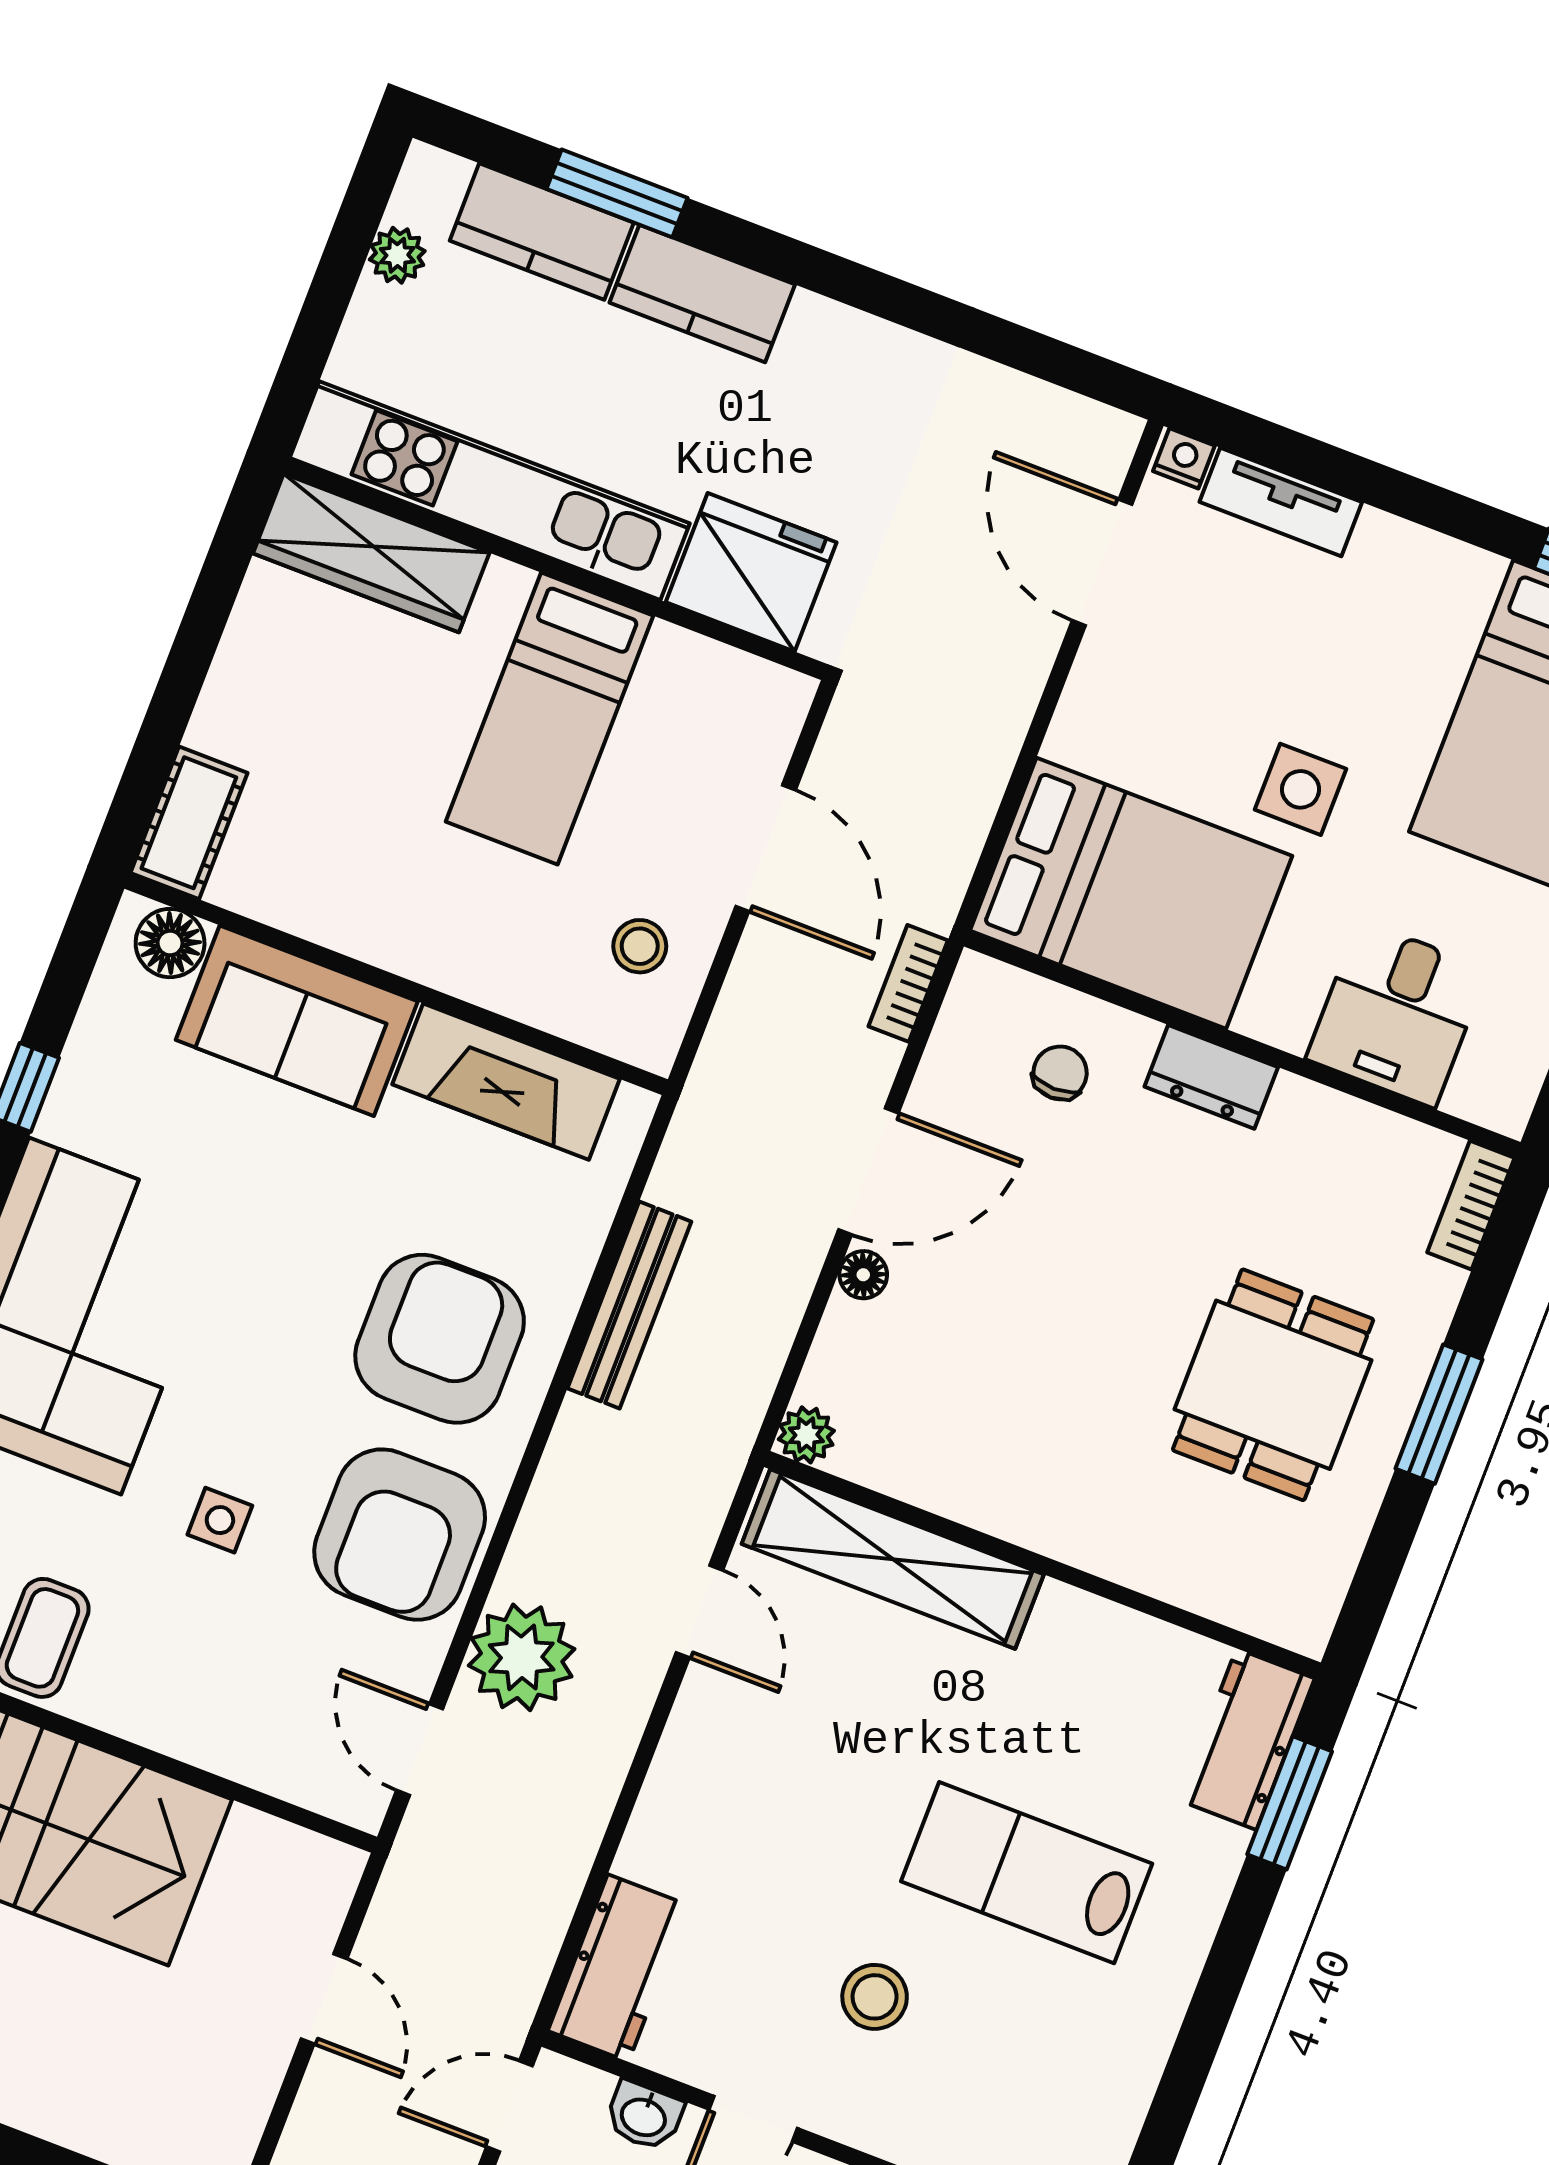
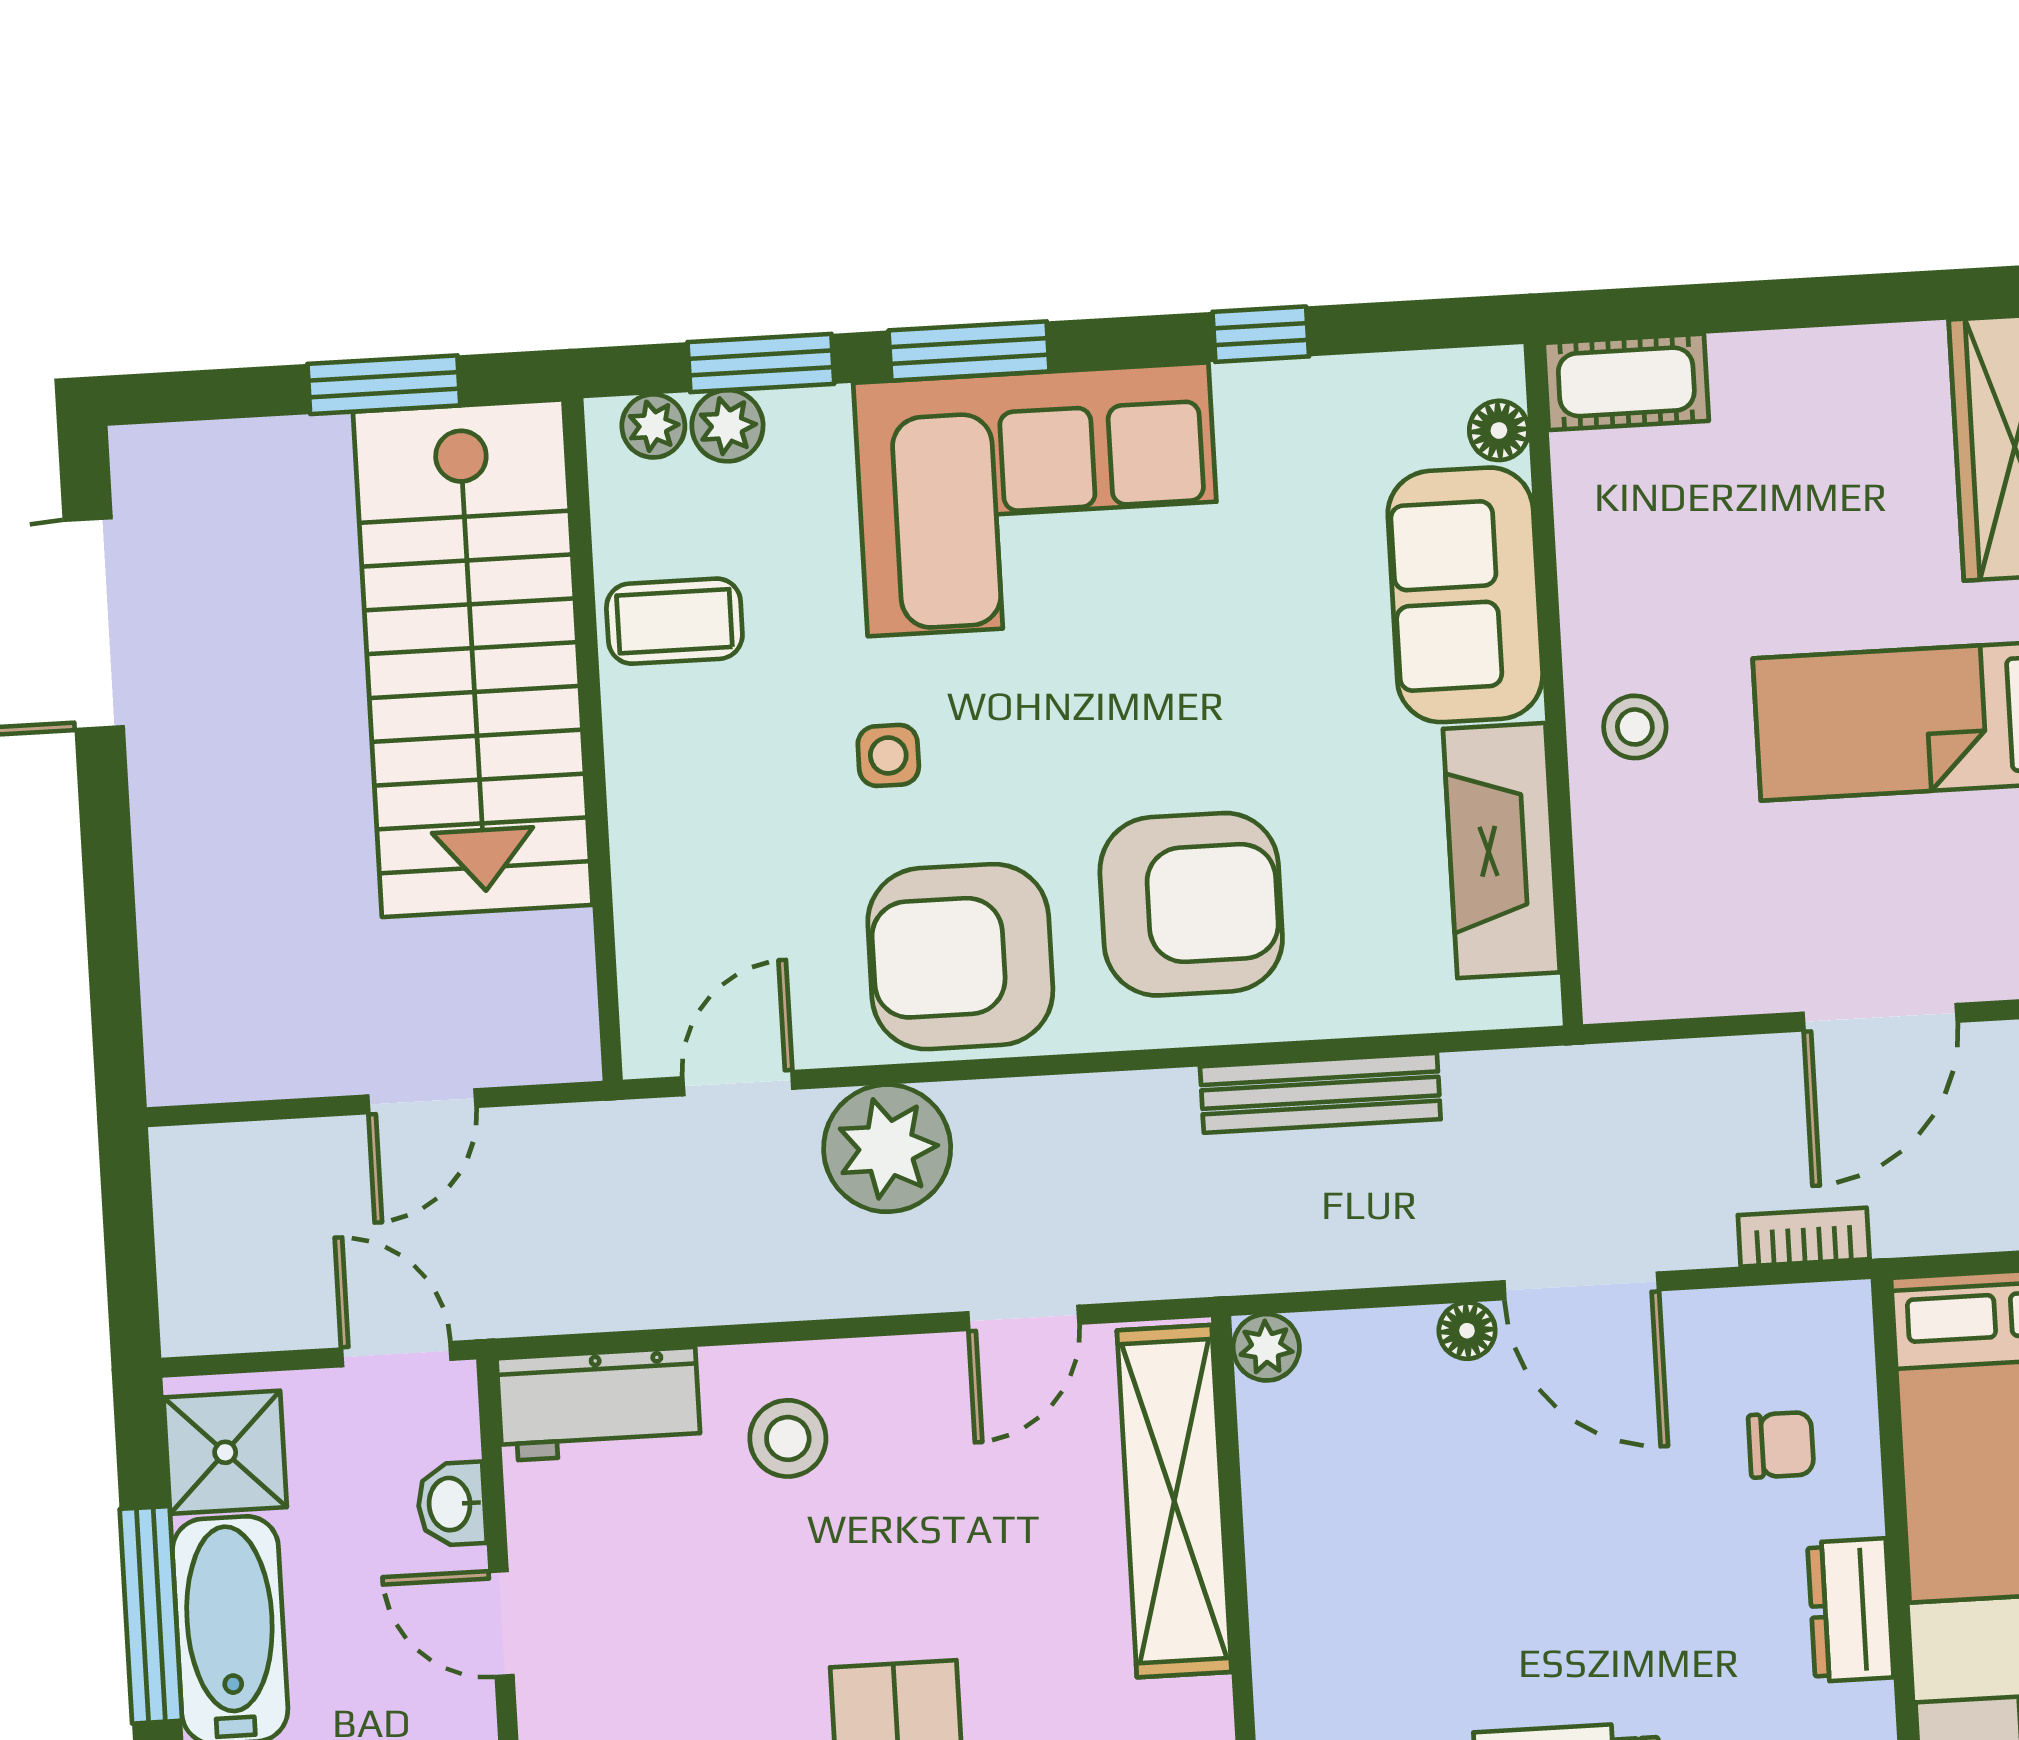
floor lamp: (170, 943) -> (1499, 430), width x0.73, depth x0.73
stool: (640, 946) -> (1635, 727), moved
stool: (875, 1997) -> (788, 1438), moved

